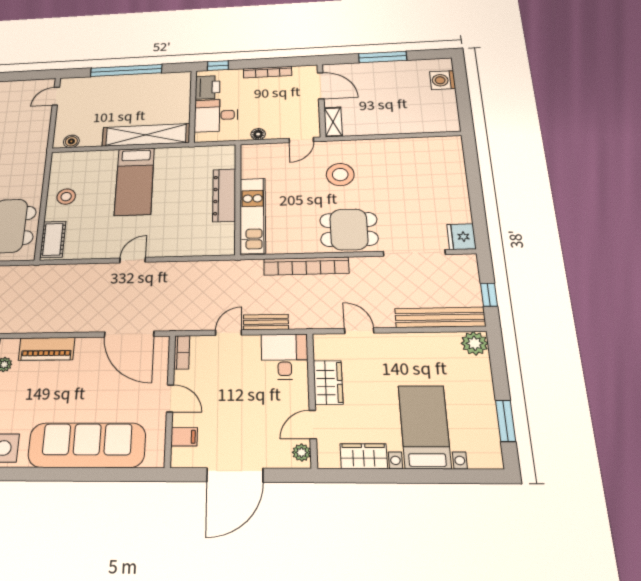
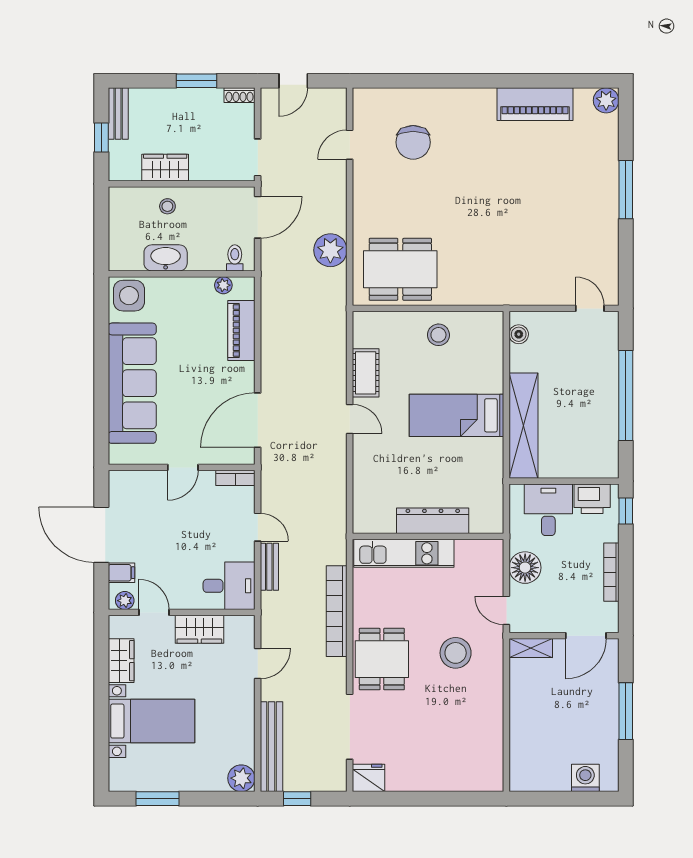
floor lamp: (258, 134) -> (525, 568), width x1.89, depth x1.89
cot: (53, 239) -> (366, 373), moved, turned 90
filing cabinet: (184, 437) -> (121, 573), moved, turned -90

